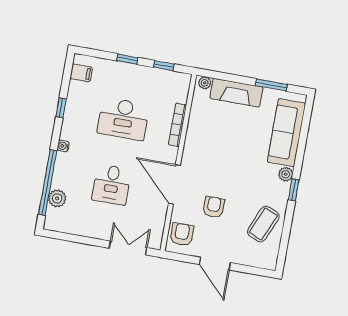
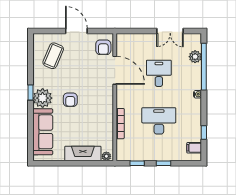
window: (271, 85) -> (59, 163), removed
window: (61, 108) -> (204, 132), moved
plant: (286, 174) -> (43, 98), width x1.88, depth x1.88
door: (174, 184) -> (115, 70), moved
armchair: (214, 207) -> (70, 100), moved
coffee table: (263, 224) -> (53, 56), moved
double door: (128, 248) -> (170, 31), moved

